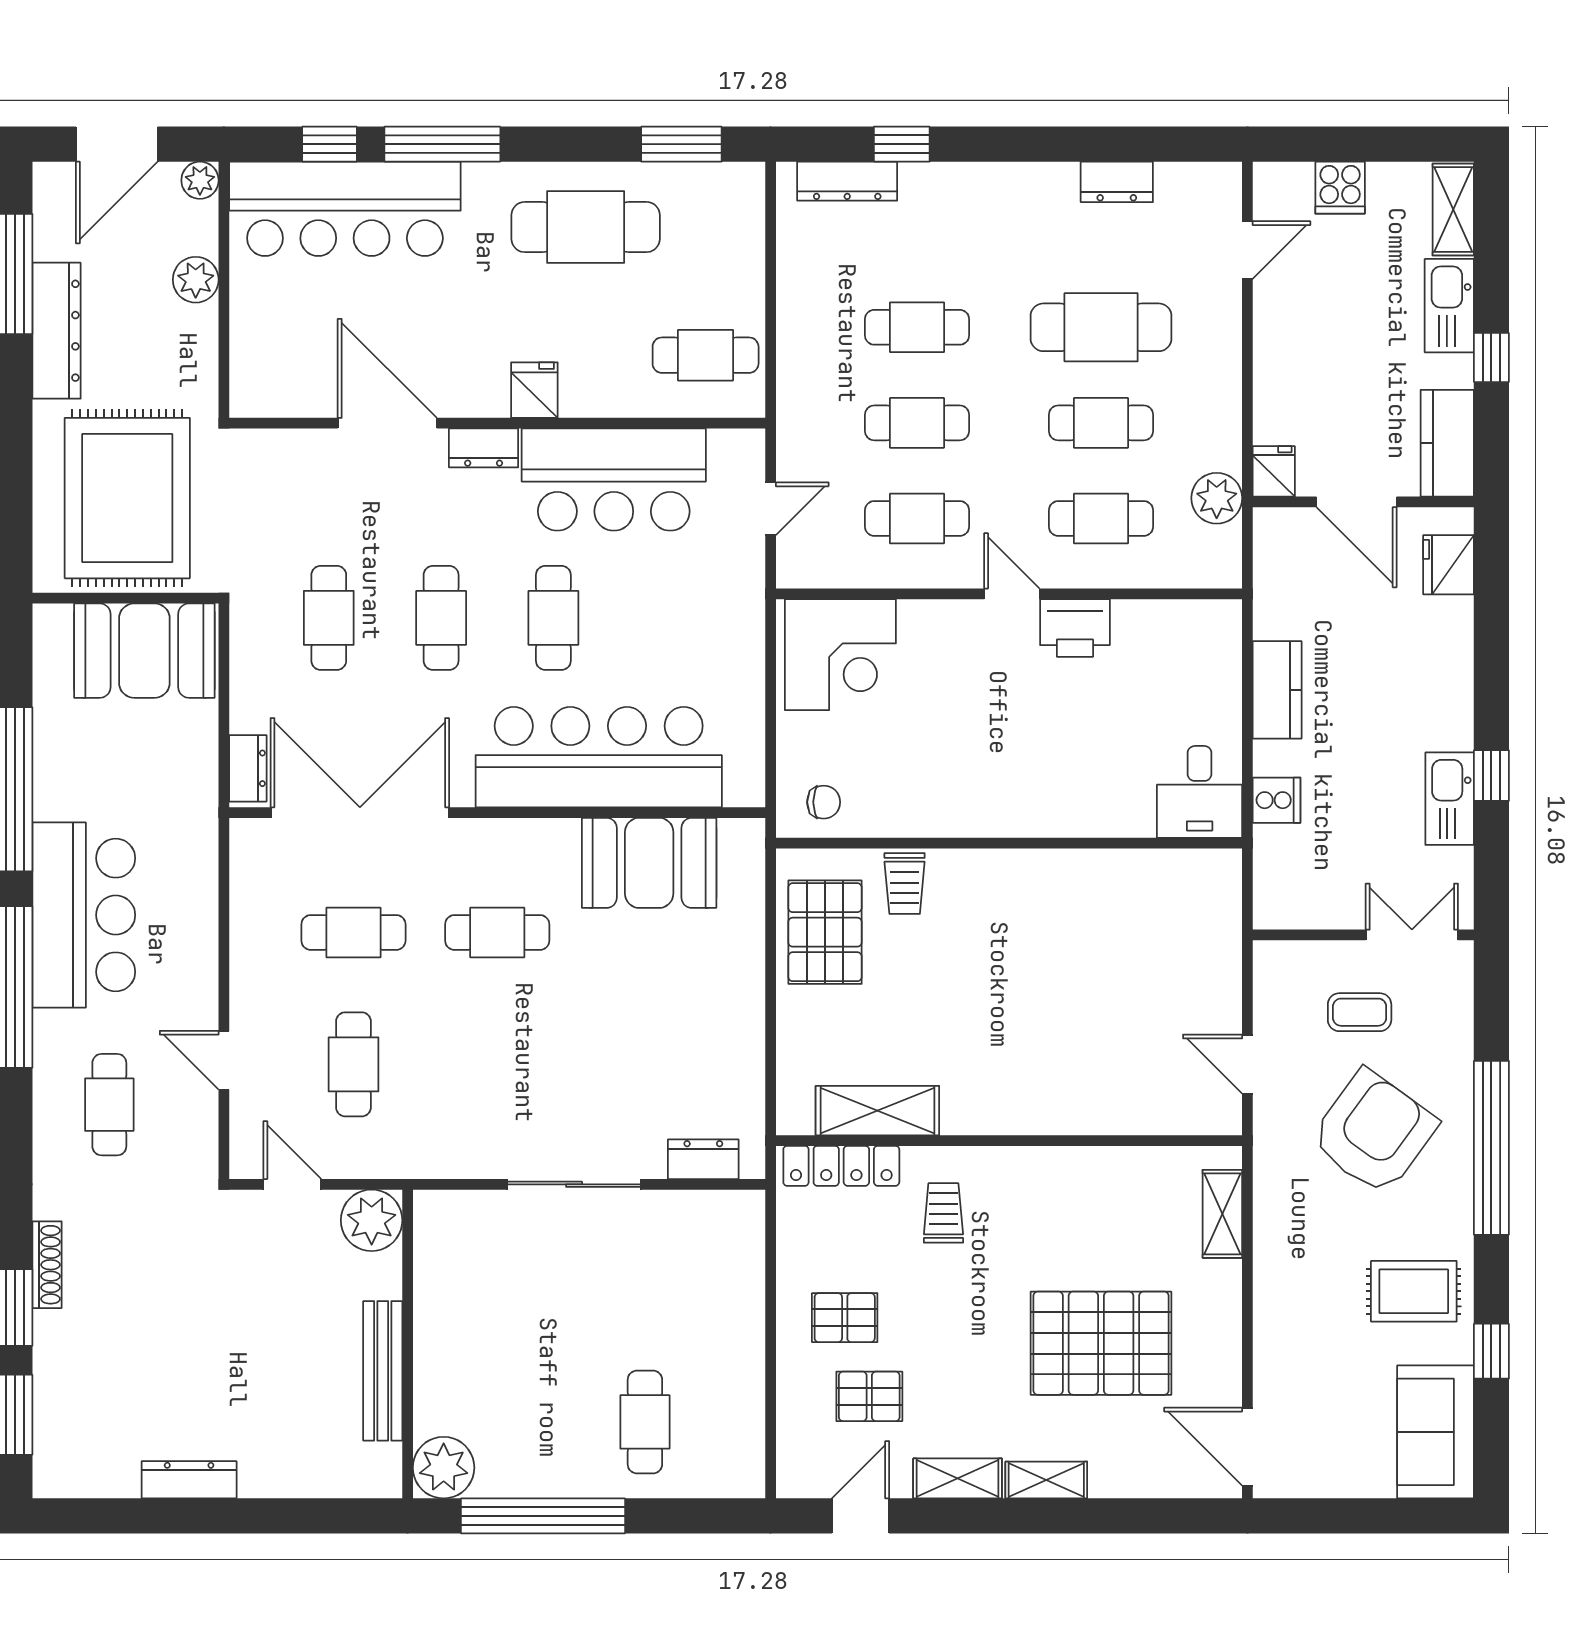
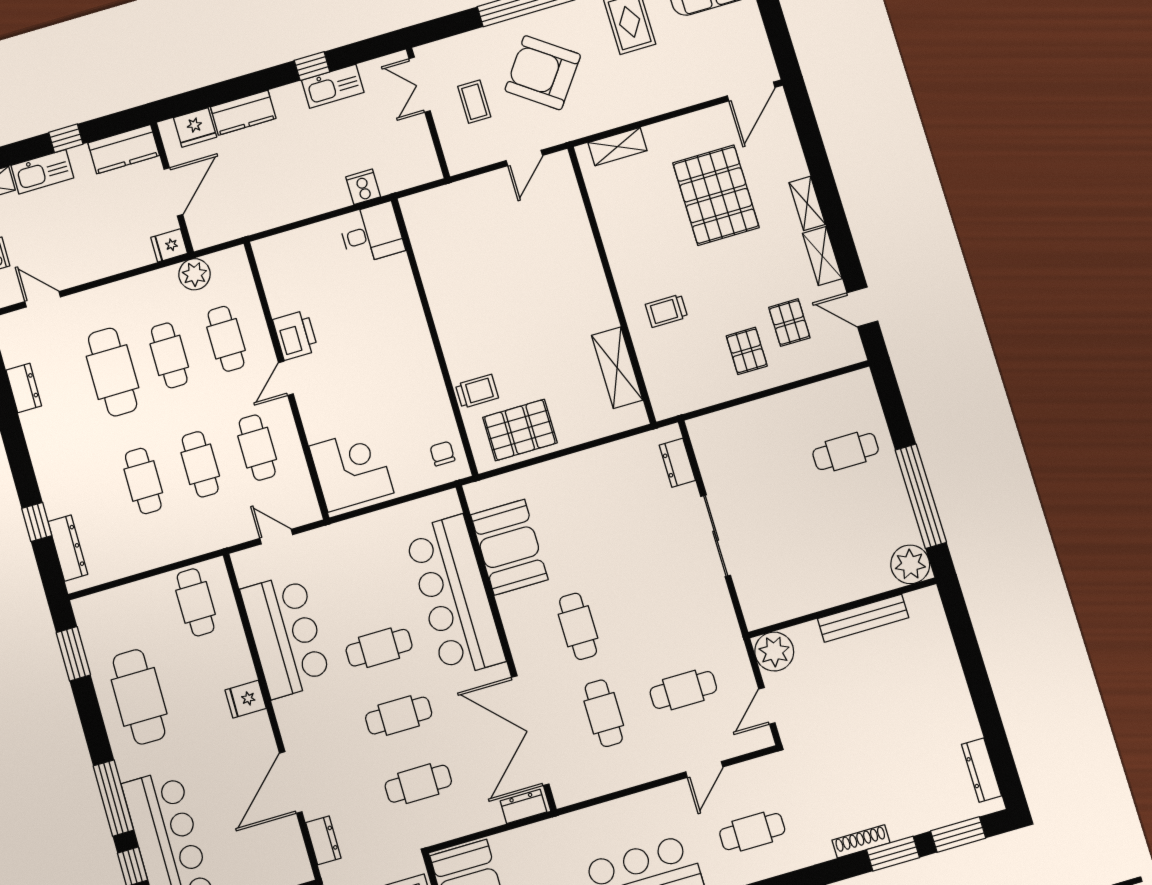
dresser: (484, 448) -> (323, 840), moved
kitchen counter: (1277, 690) -> (243, 113), moved, turned 180
locker: (841, 1166) -> (657, 379), removed
dresser: (189, 1480) -> (981, 770), moved

